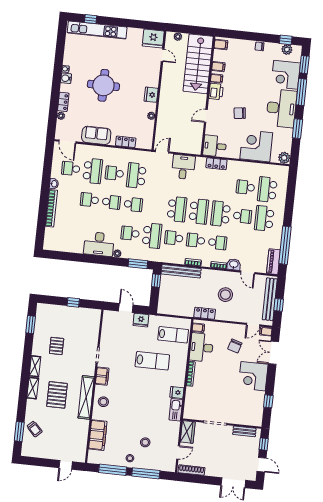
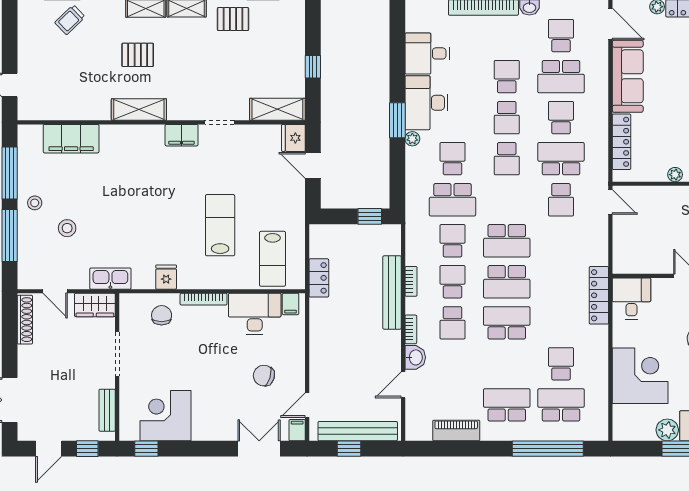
sofa: (96, 135) -> (628, 76), width x1.36
door: (67, 142) -> (610, 24), swing flipped
locker: (126, 142) -> (622, 142), width x1.53
plant: (284, 158) -> (667, 430), moved
locker: (216, 164) -> (599, 295), width x1.53
desk: (183, 167) -> (427, 53), moved, turned 180
school desk: (242, 216) -> (561, 200), moved
window: (285, 245) -> (548, 449), moved
piano: (273, 262) -> (456, 430), moved
window: (138, 264) -> (397, 120), moved
bench: (181, 271) -> (392, 292), moved
stool: (225, 295) -> (357, 348), removed
door: (126, 308) -> (313, 165), swing flipped
locker: (205, 313) -> (319, 278), moved
fridge: (141, 320) -> (293, 138), moved
shelving: (94, 324) -> (277, 109), added
door: (253, 325) -> (307, 405), hinge flipped
pallet: (57, 346) -> (233, 19), moved
lab bench: (152, 361) -> (220, 225), turned 180
corner desk: (253, 376) -> (165, 416), moved
pallet: (57, 395) -> (138, 55), width x0.67, depth x0.71
shelving: (86, 397) -> (139, 109), width x0.68
chair: (197, 397) -> (162, 315), added
window: (268, 401) -> (146, 449), moved
stool: (103, 402) -> (134, 142), removed
kitchen sink: (176, 410) -> (110, 279), moved

